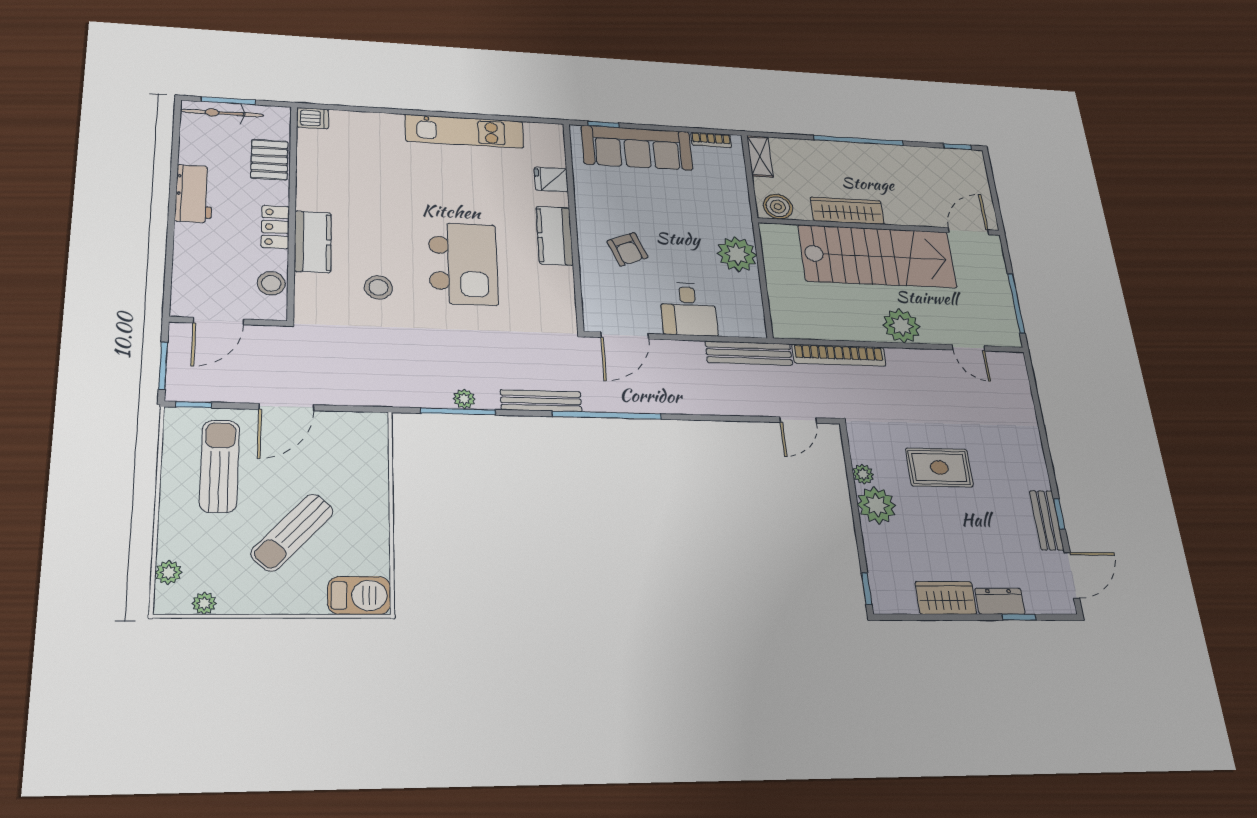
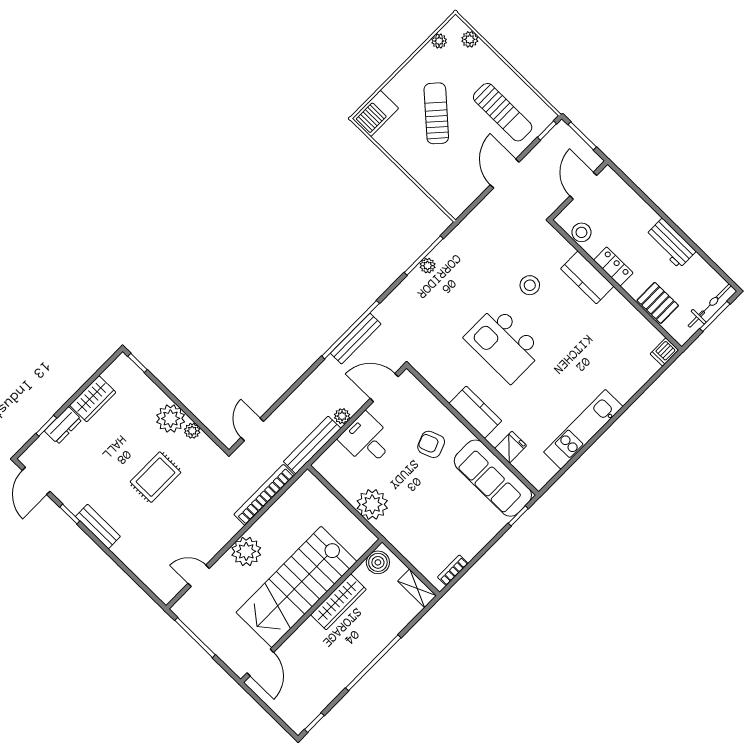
sofa: (637, 148) -> (493, 478), moved, turned -90
door: (625, 336) -> (384, 388), hinge flipped
plant: (693, 350) -> (342, 416), added
bench: (541, 401) -> (356, 339), moved
bench: (1047, 520) -> (98, 527), moved

